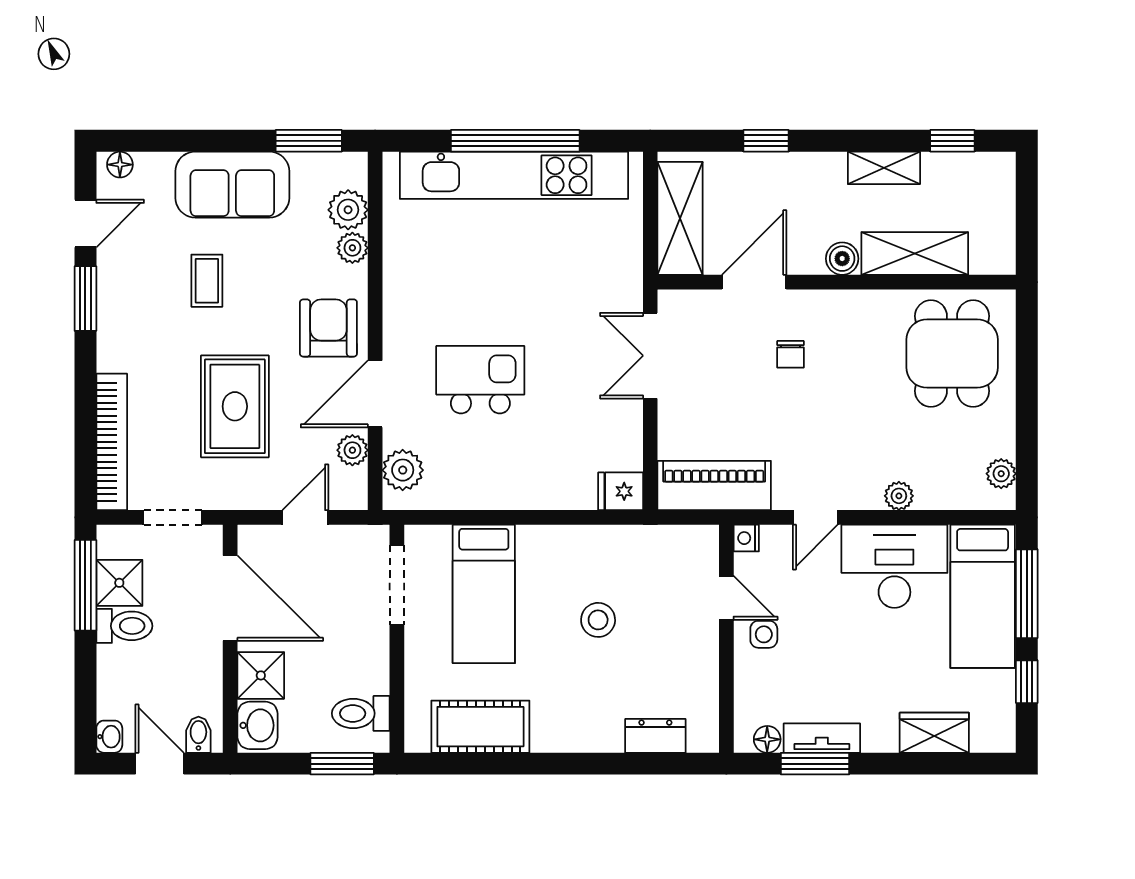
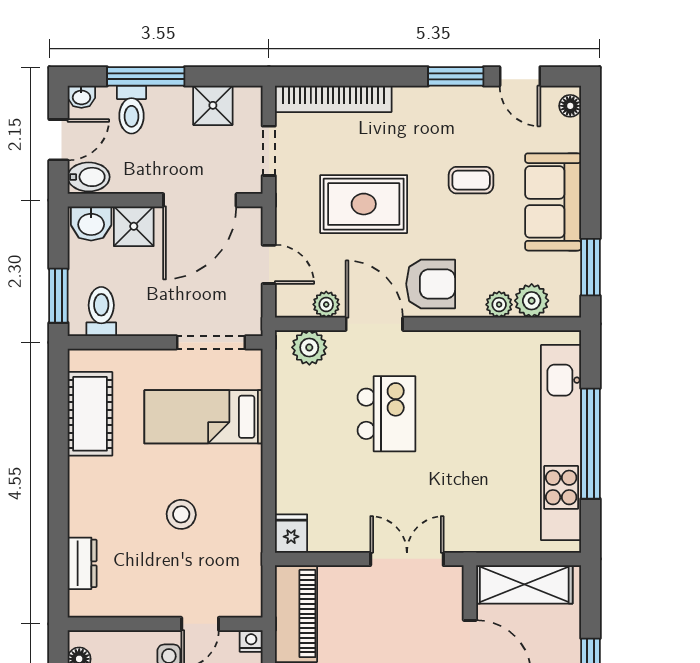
window: (85, 585) -> (146, 76), moved
toilet: (124, 626) -> (131, 110), moved
bidet: (198, 735) -> (89, 177), width x1.38, depth x1.36

